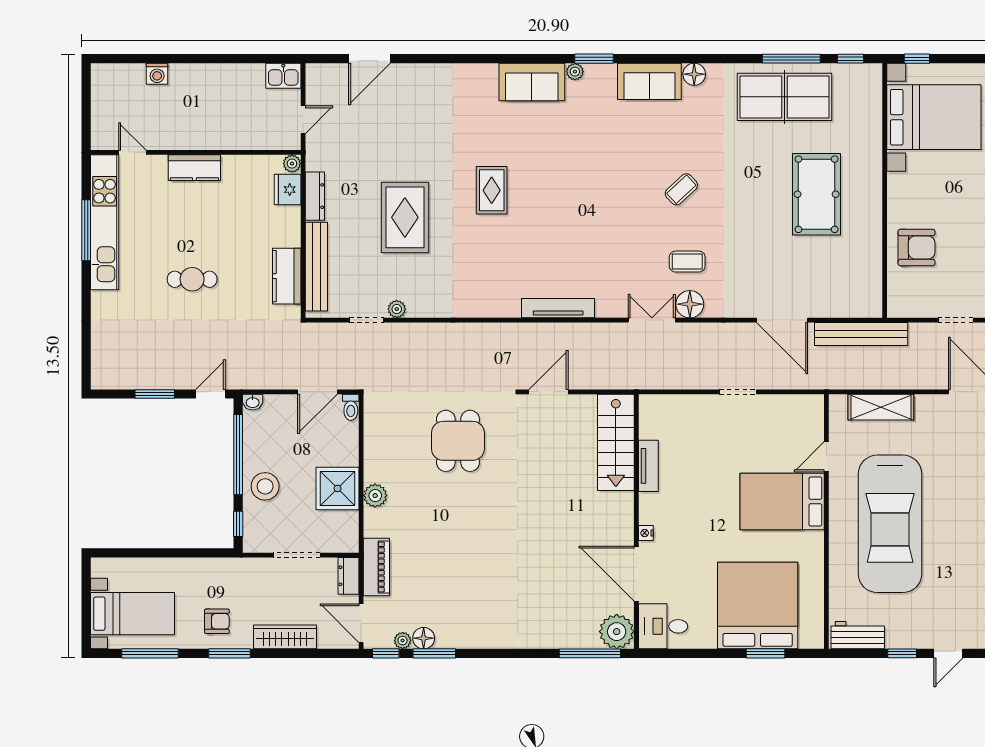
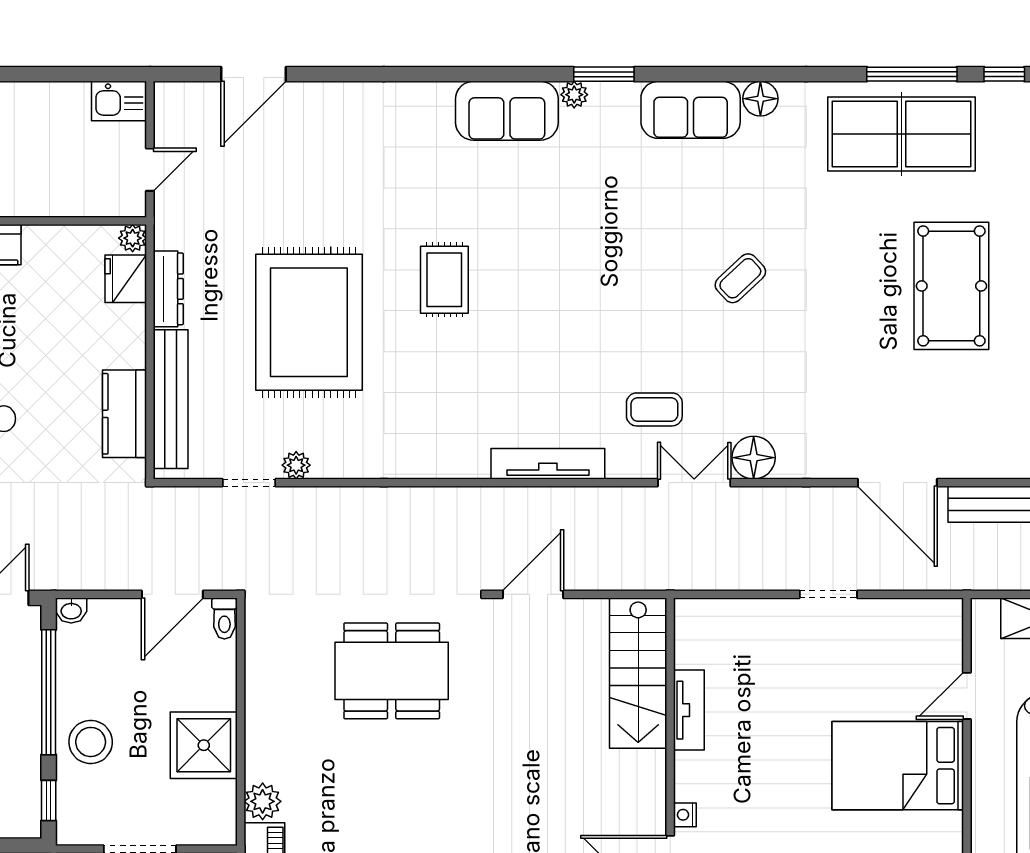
rug: (405, 217) -> (309, 322), width x1.37, depth x1.44
coffee table: (687, 262) -> (654, 409), moved
dining table: (458, 441) -> (392, 671), width x1.38
plant: (375, 496) -> (263, 801), moved

